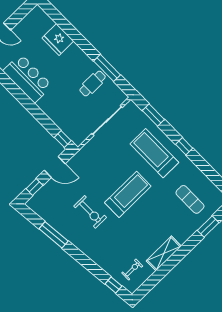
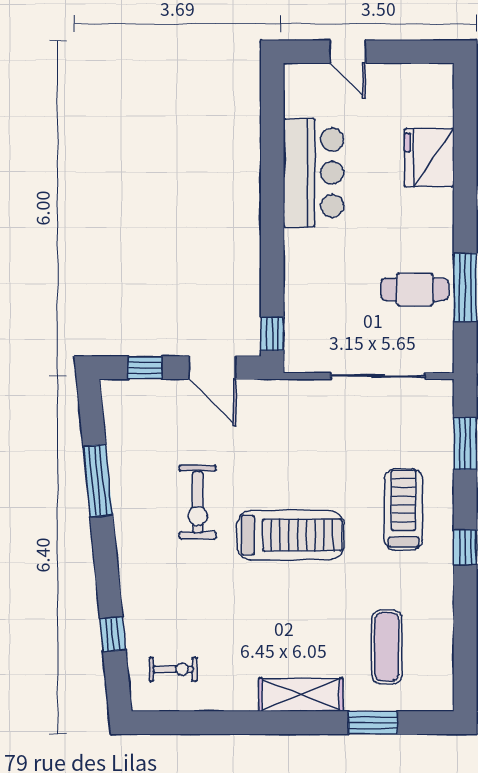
treadmill: (154, 153) -> (404, 509), width x0.73, depth x0.73
shelving: (164, 253) -> (301, 695), moved
window: (113, 285) -> (113, 634), moved

